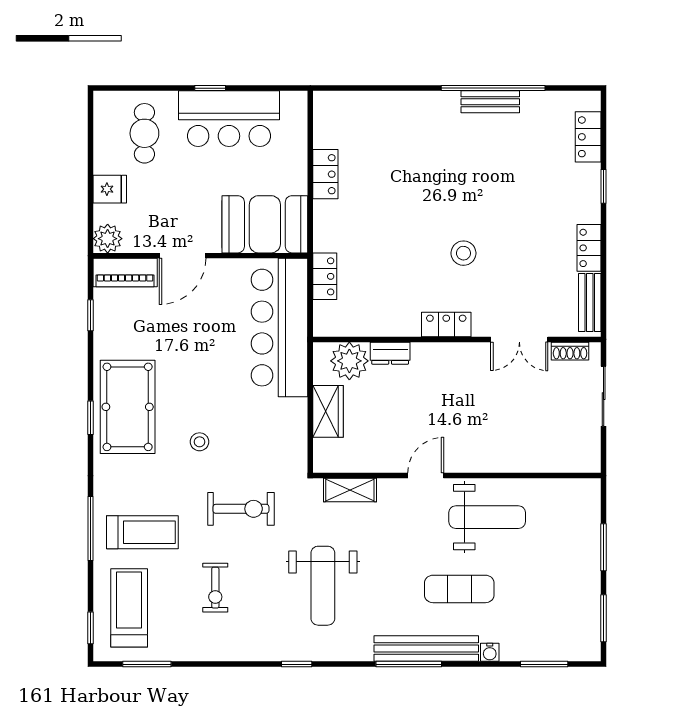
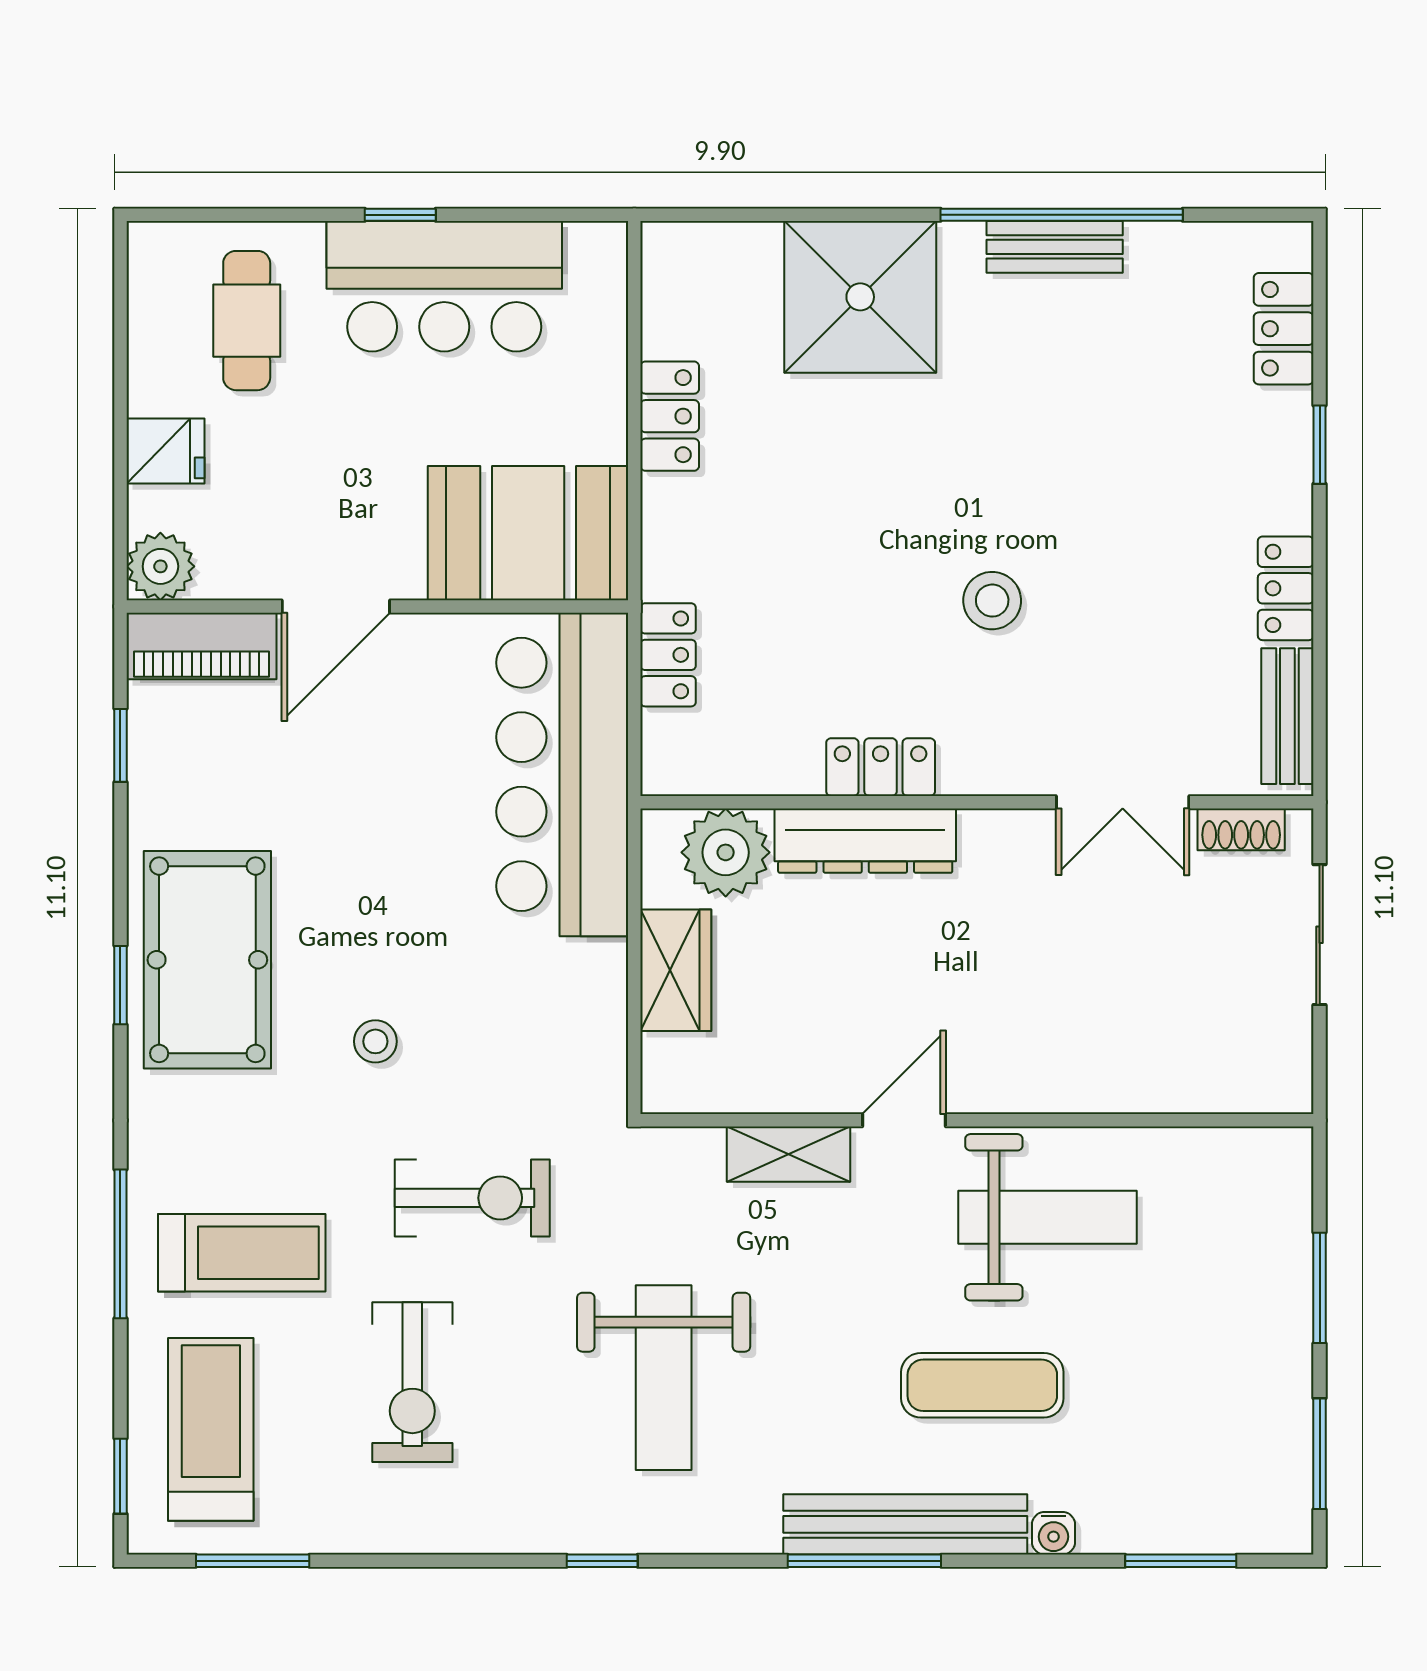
shower: (407, 123) -> (860, 297), added
locker: (446, 324) -> (881, 767), moved
dresser: (390, 353) -> (865, 841), width x1.96, depth x1.24
shelving: (350, 490) -> (789, 1154), moved
exercise bike: (215, 588) -> (412, 1382), width x1.38, depth x1.39

